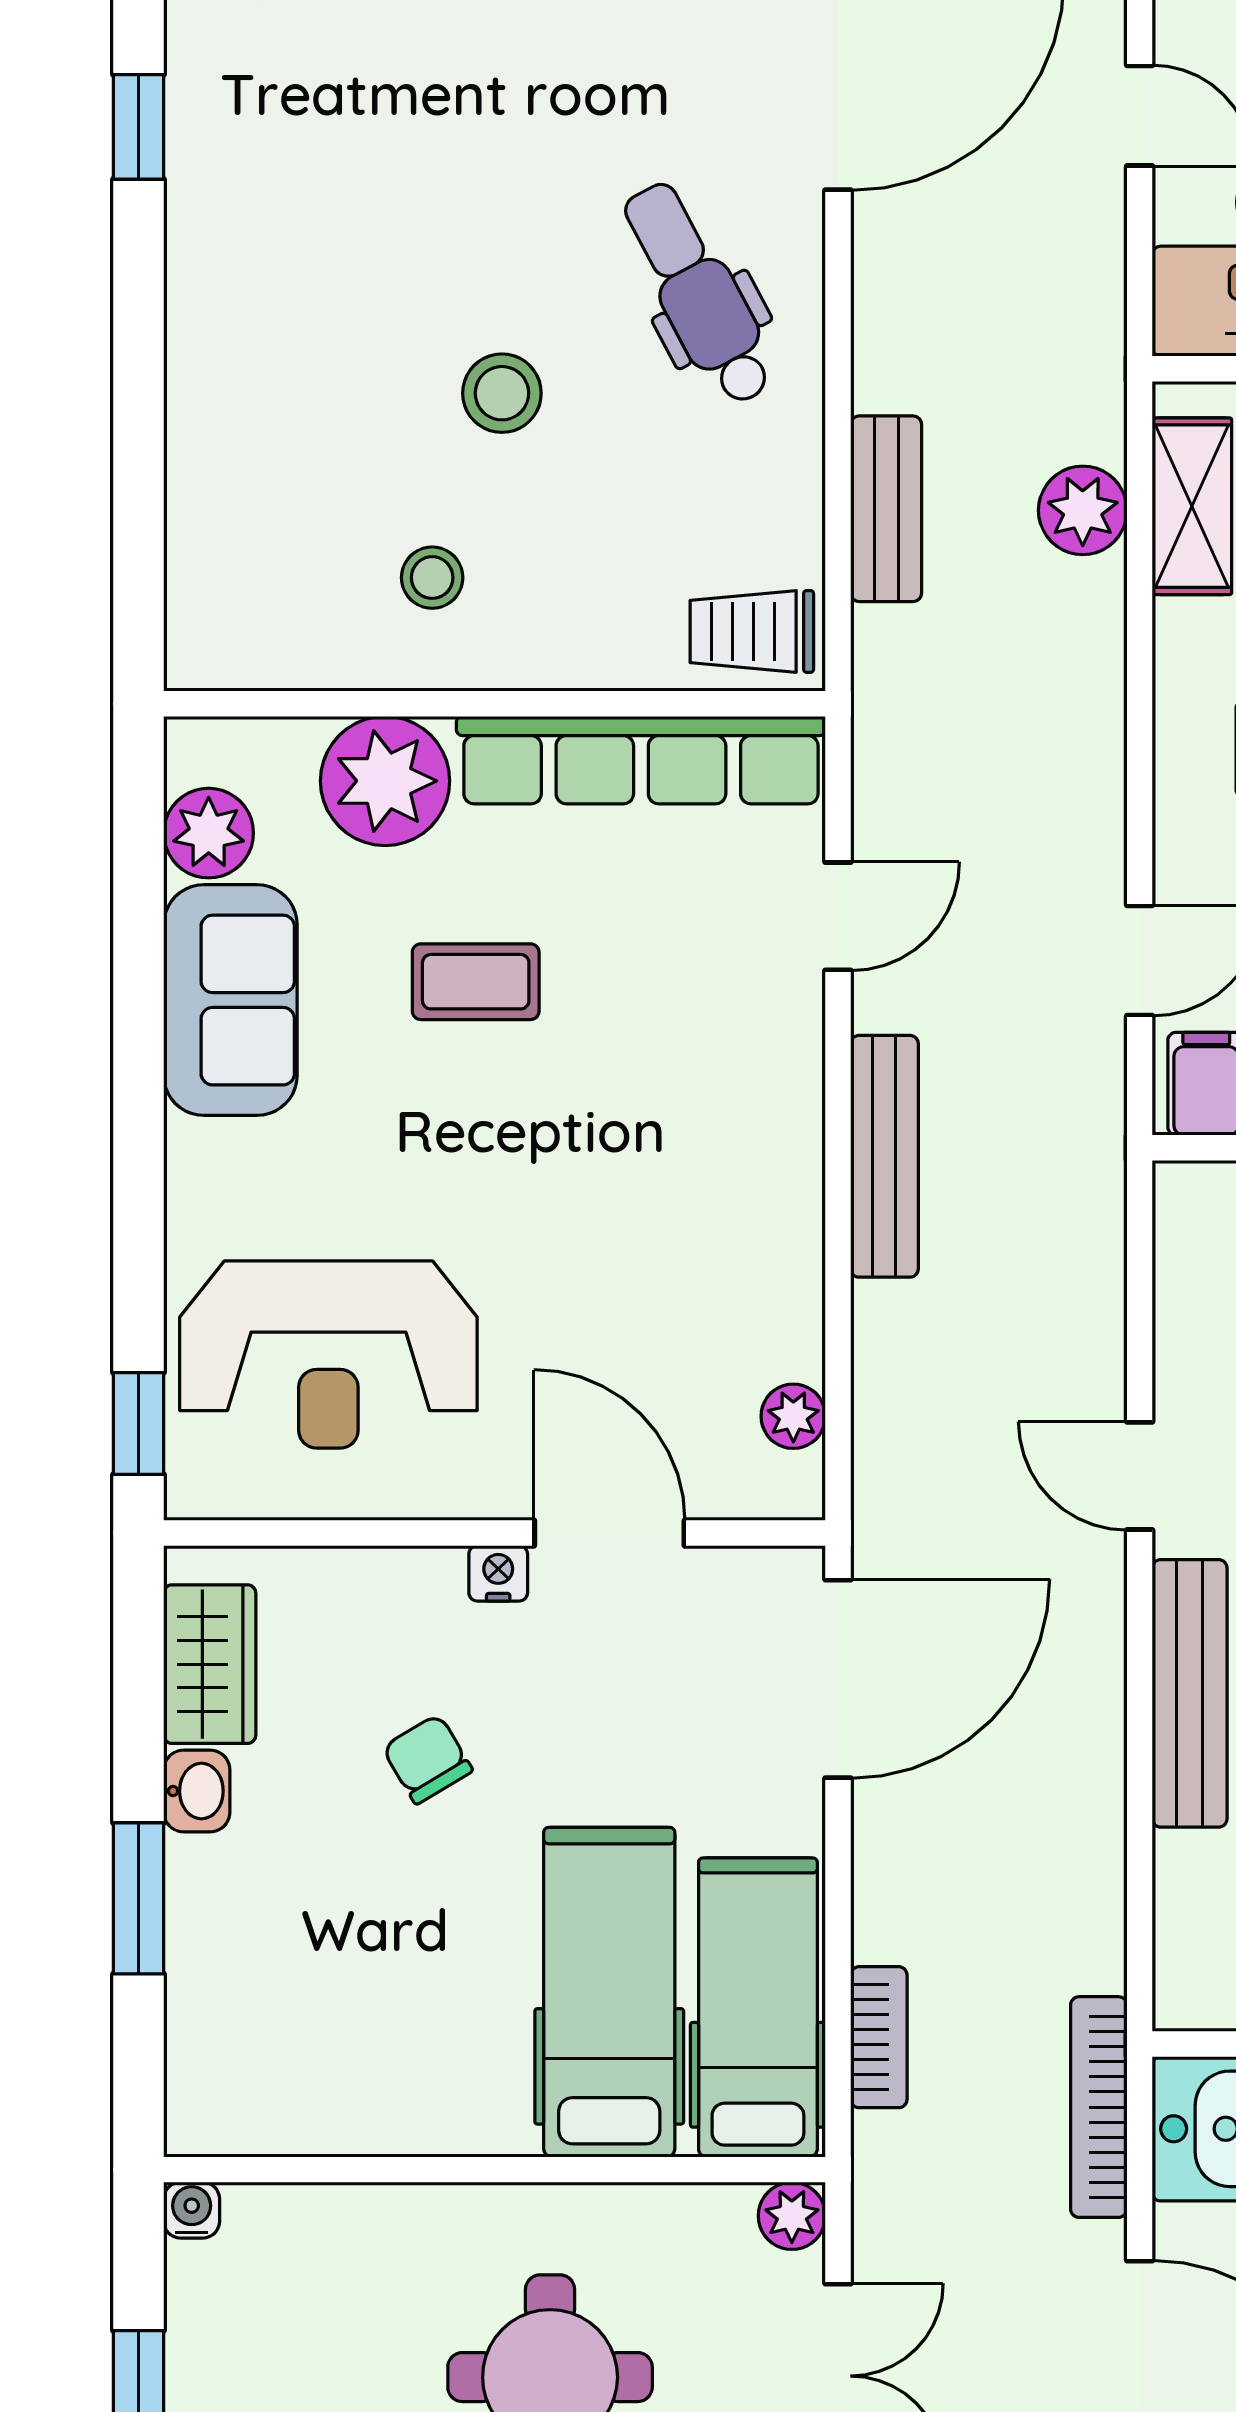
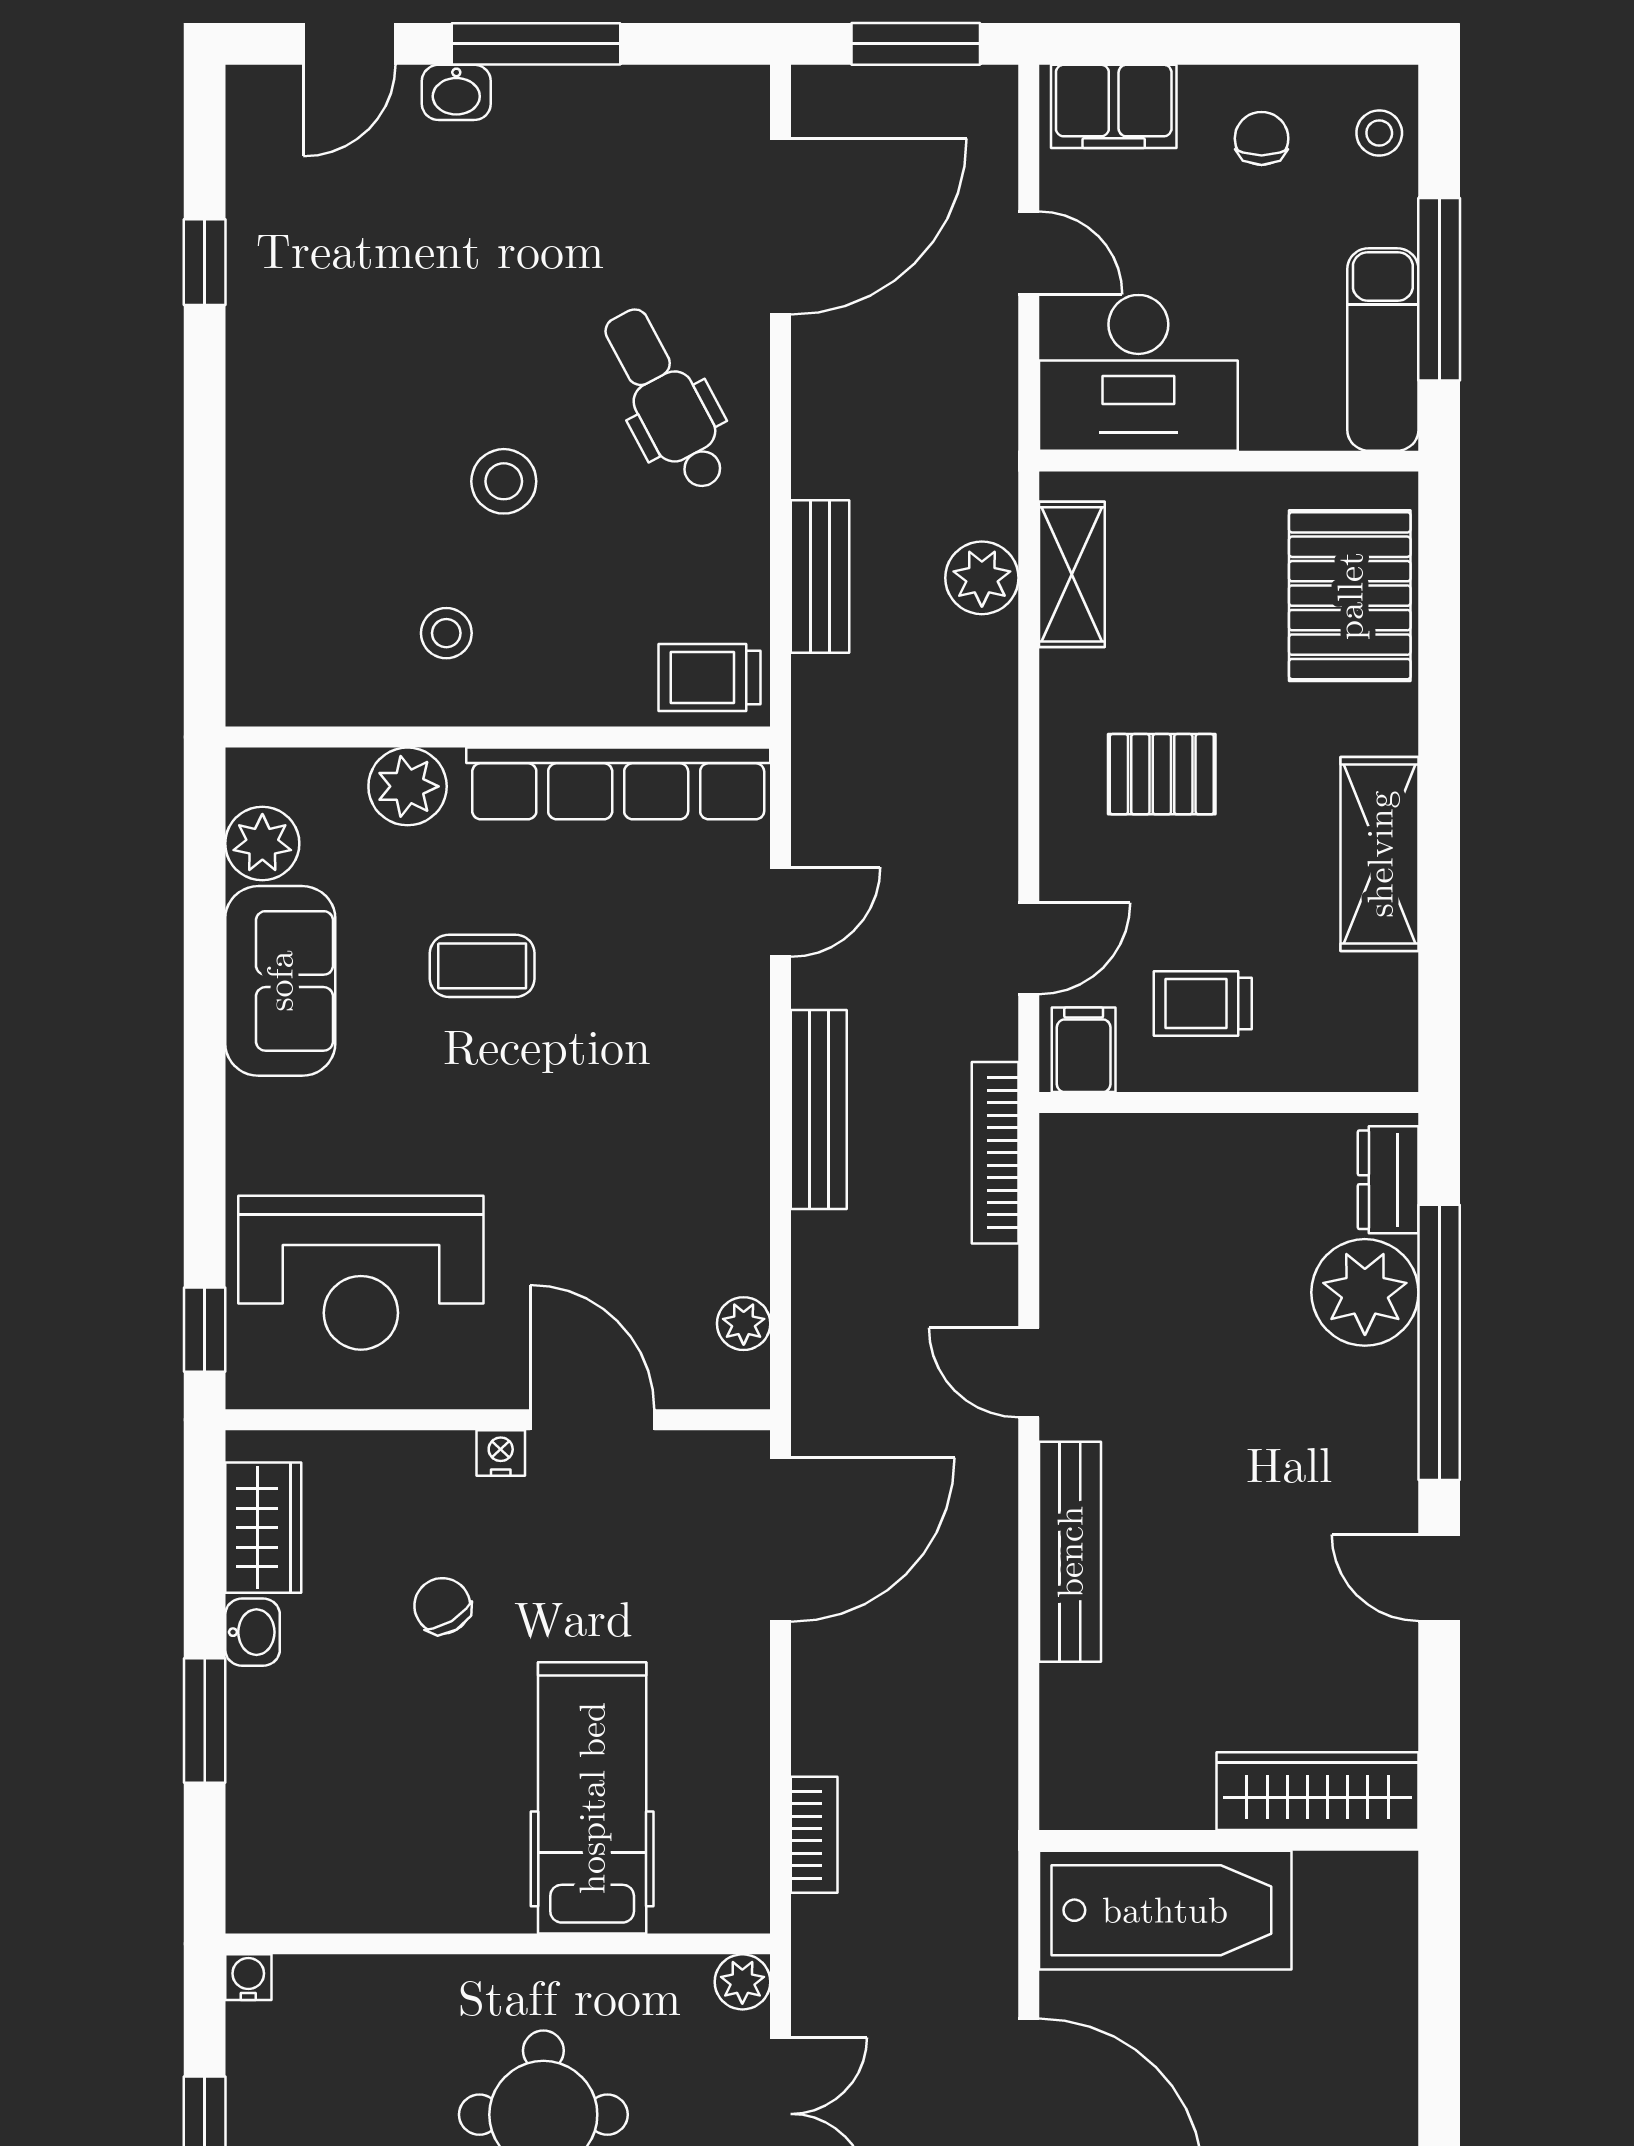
plant: (385, 781) -> (408, 786), width x0.73, depth x0.73
hospital bed: (758, 2008) -> (715, 1810), removed
bookcase: (1099, 2107) -> (995, 1153), moved

